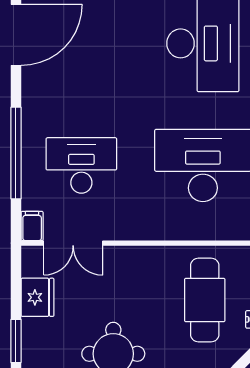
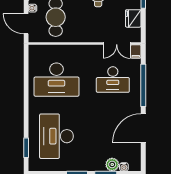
door: (16, 35) -> (143, 128), moved
double door: (73, 243) -> (117, 43), swing flipped

